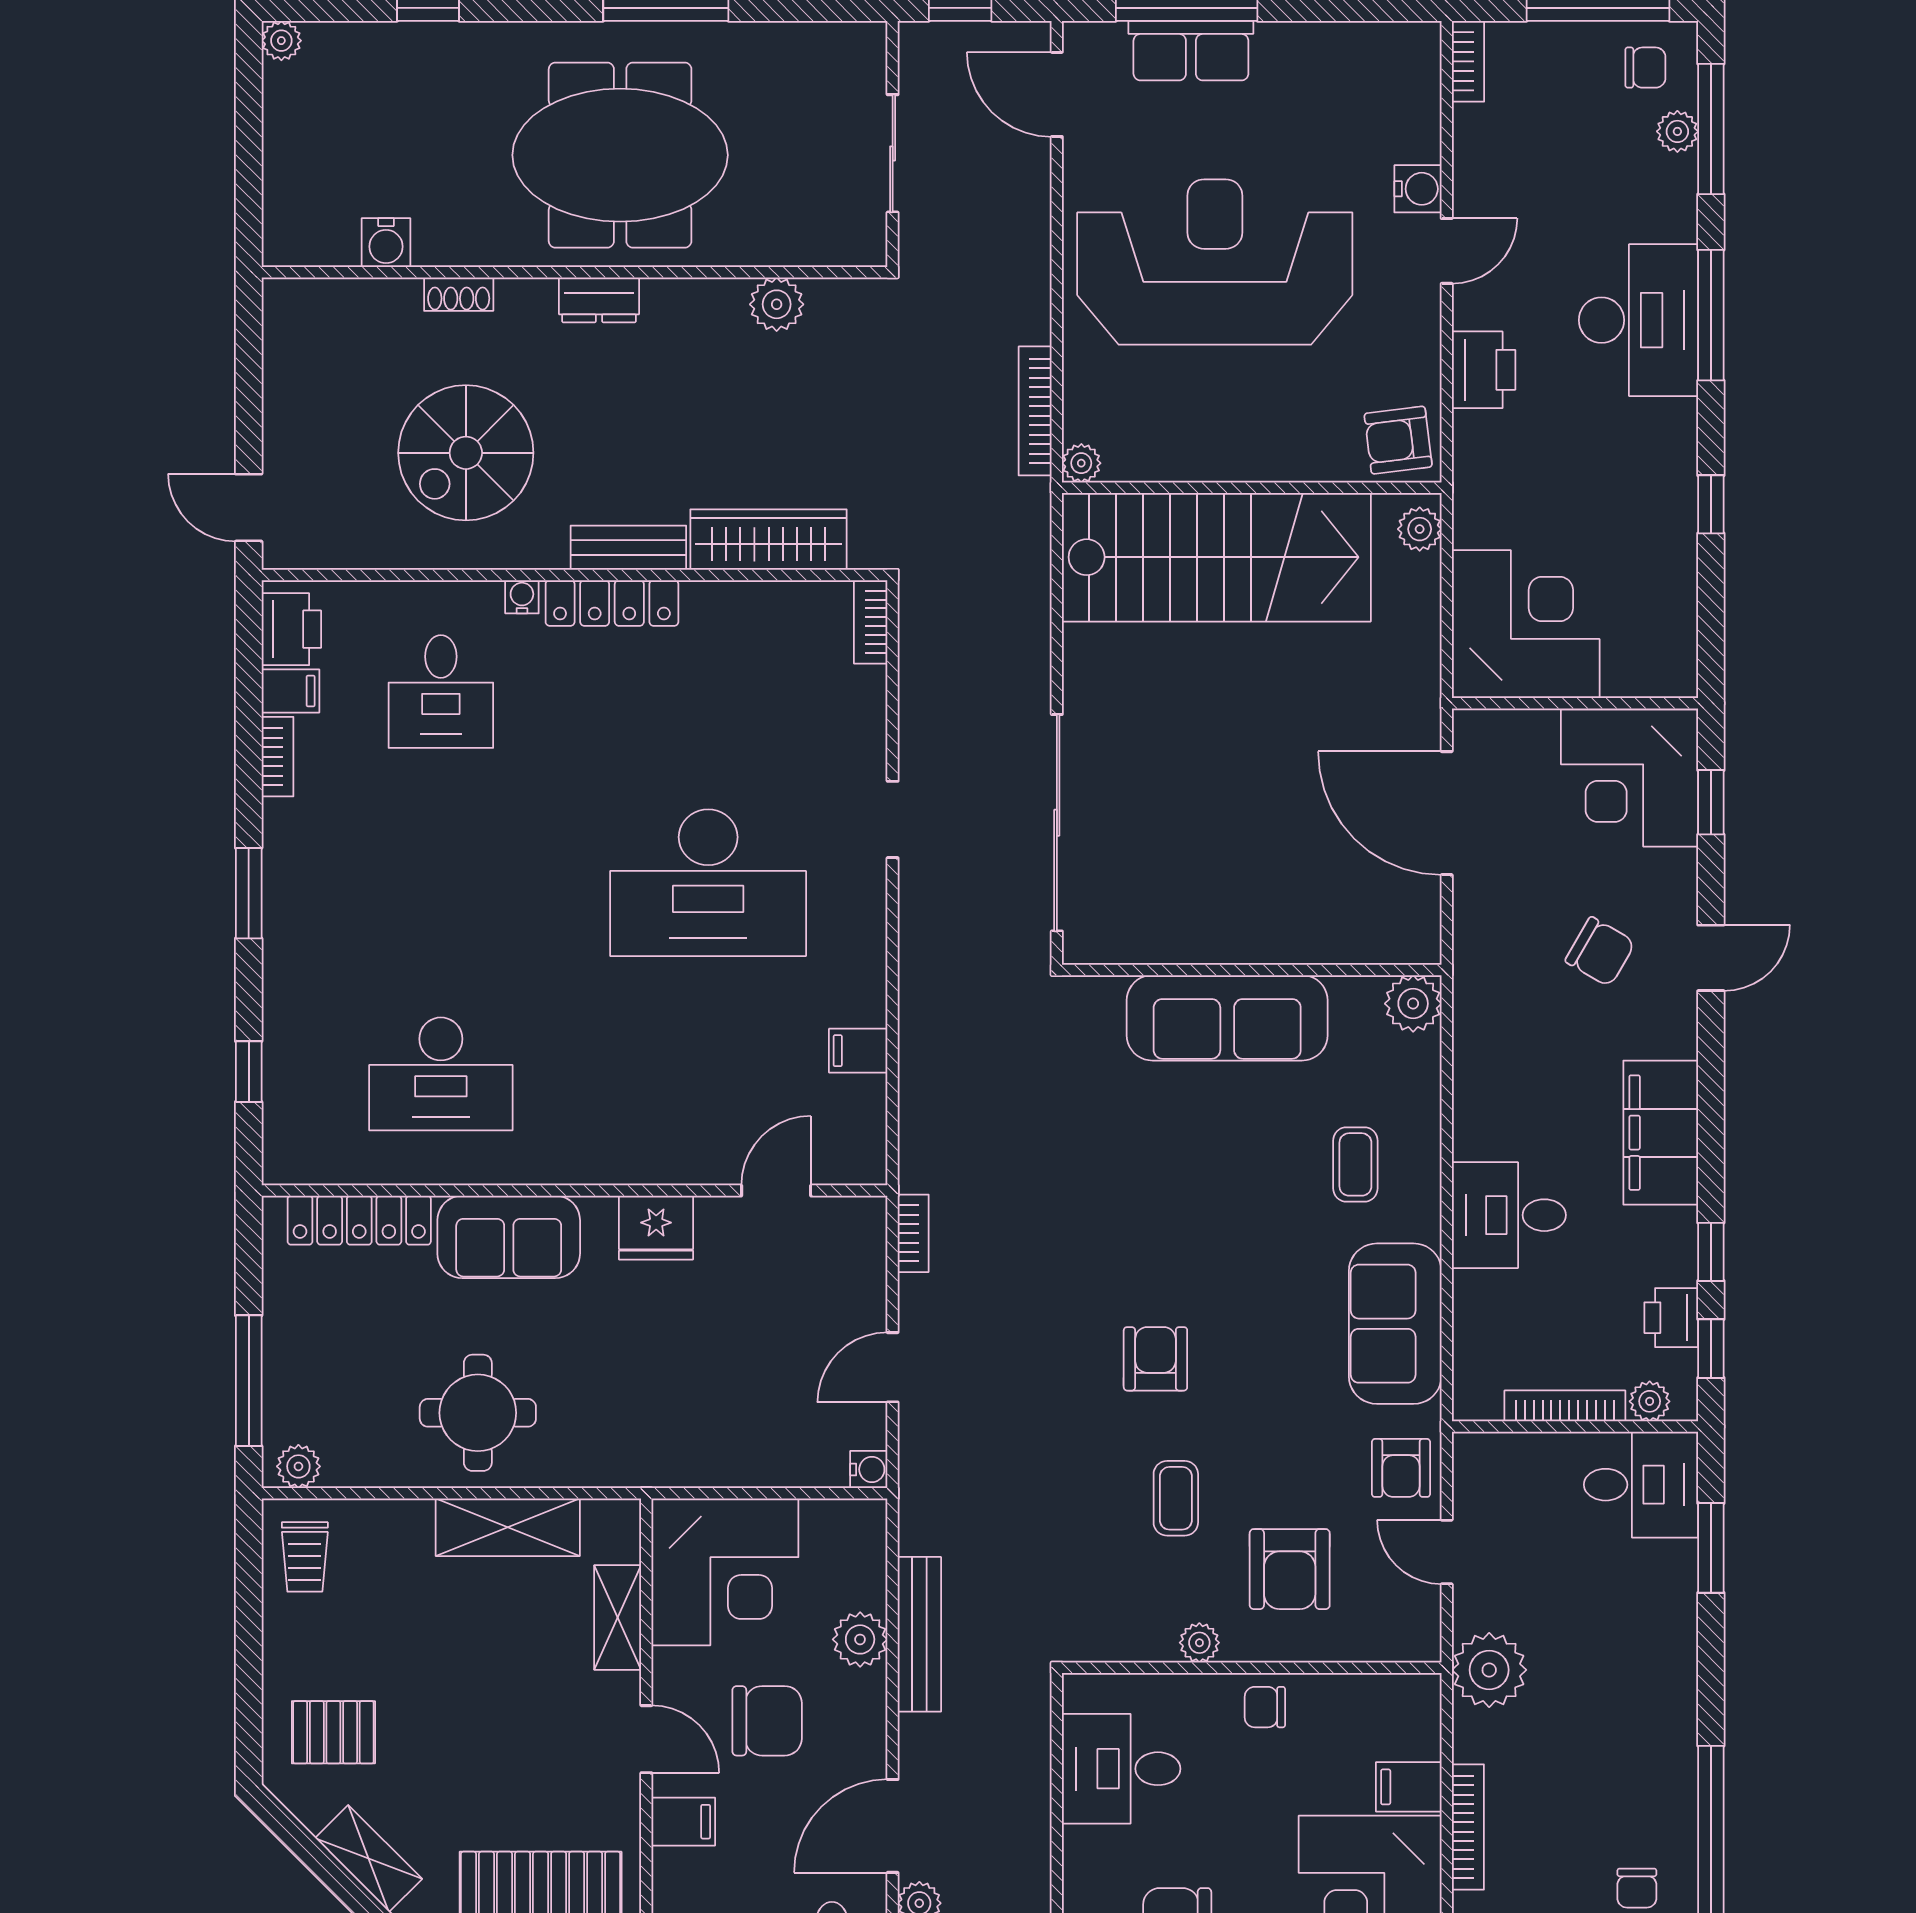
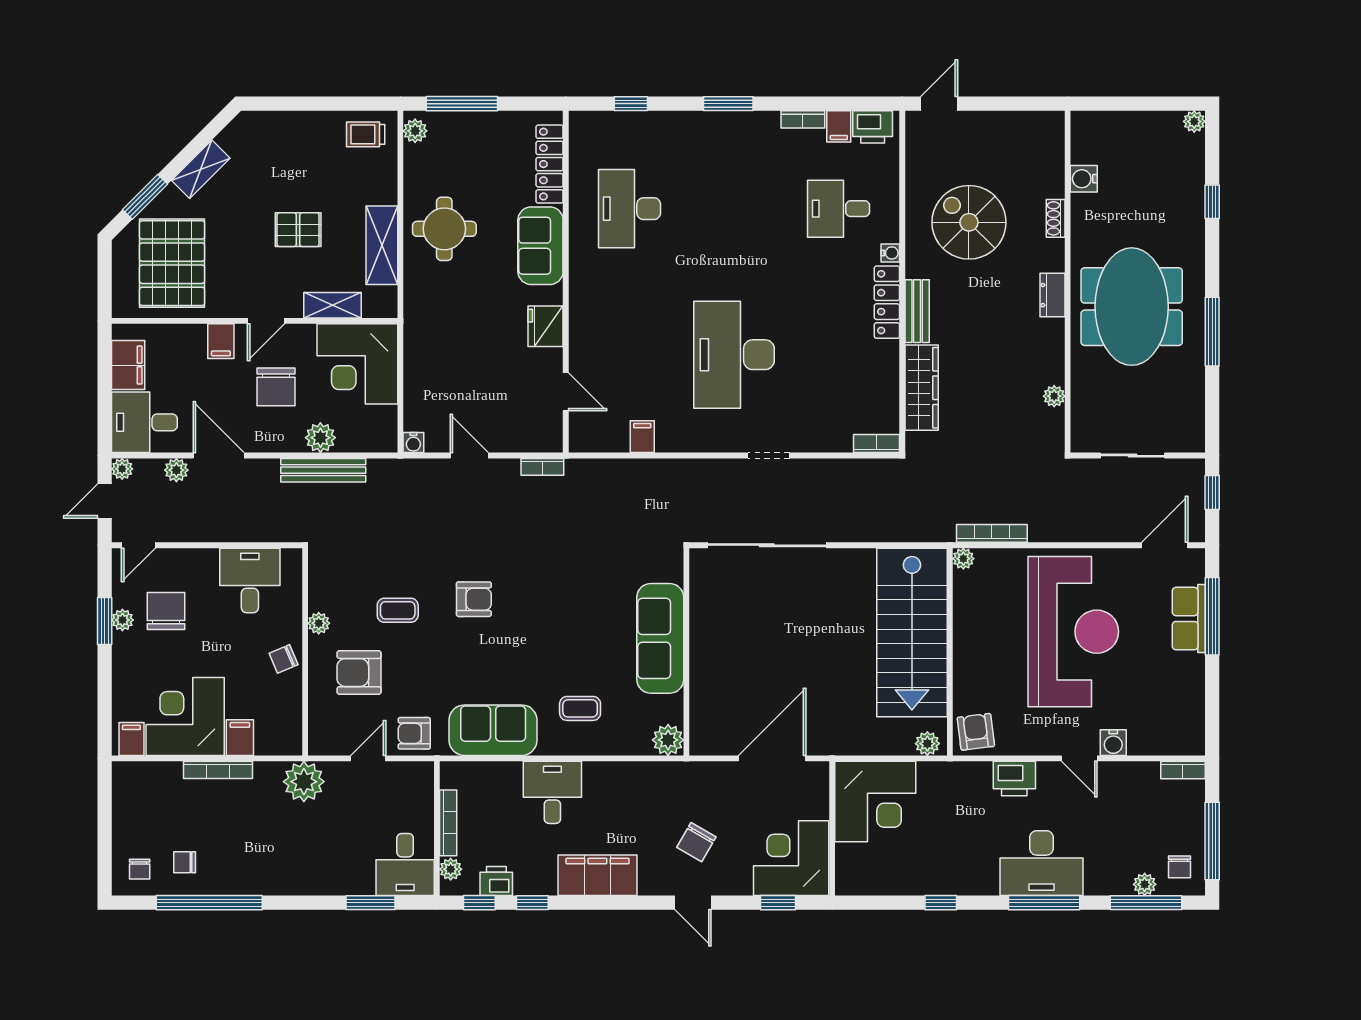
plant: (777, 304) -> (1054, 396), width x0.73, depth x0.73
chair: (1265, 1707) -> (284, 659), turned -113
pallet: (333, 1732) -> (298, 230), moved, turned 90

